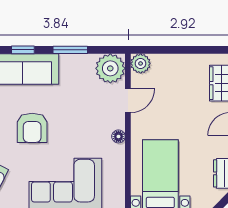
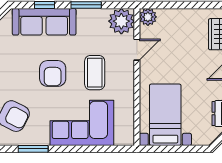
coffee table: (80, 127) -> (95, 73), added
floor lamp: (118, 136) -> (129, 81), removed

